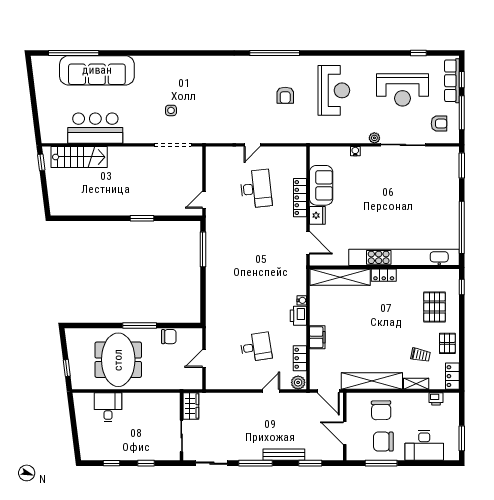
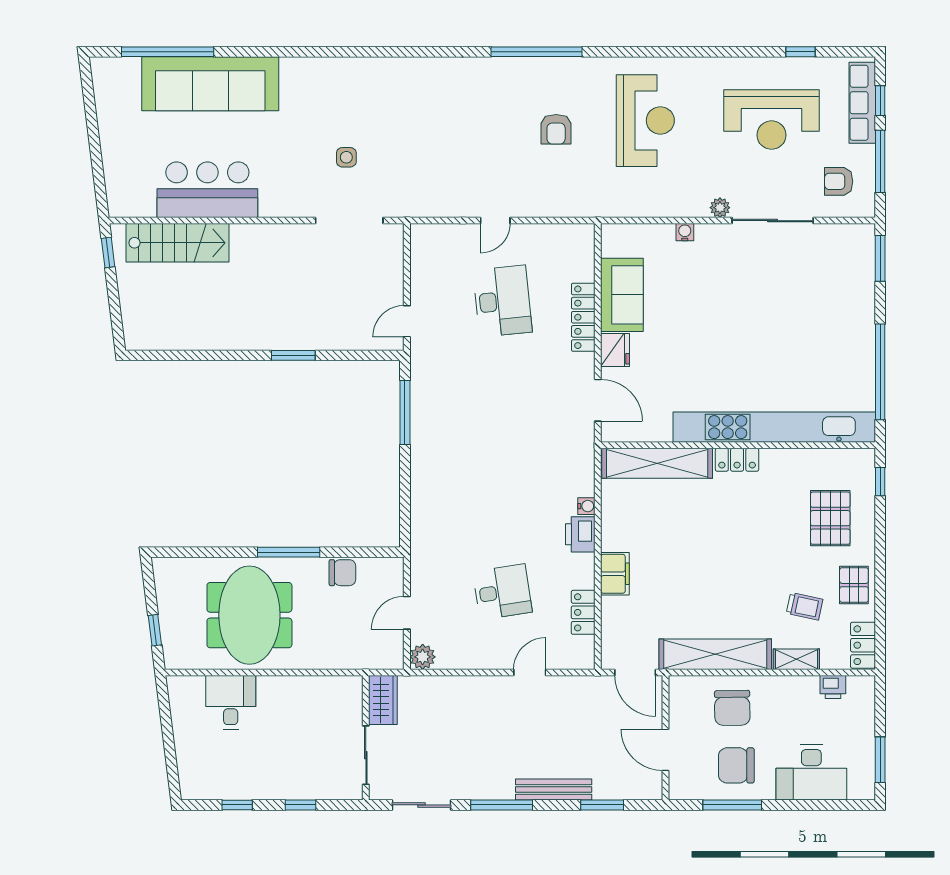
armchair: (439, 124) -> (839, 181), turned 180
plant: (298, 382) -> (423, 657), moved

